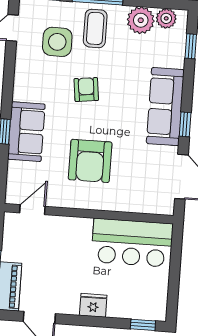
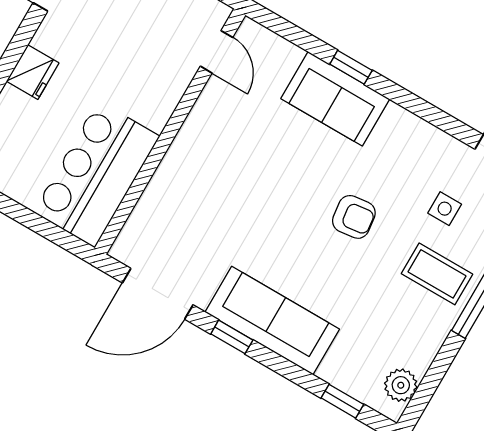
plant: (141, 20) -> (416, 346), removed
side table: (57, 42) -> (445, 209), width x0.54, depth x0.54
armchair: (90, 161) -> (247, 171), removed

